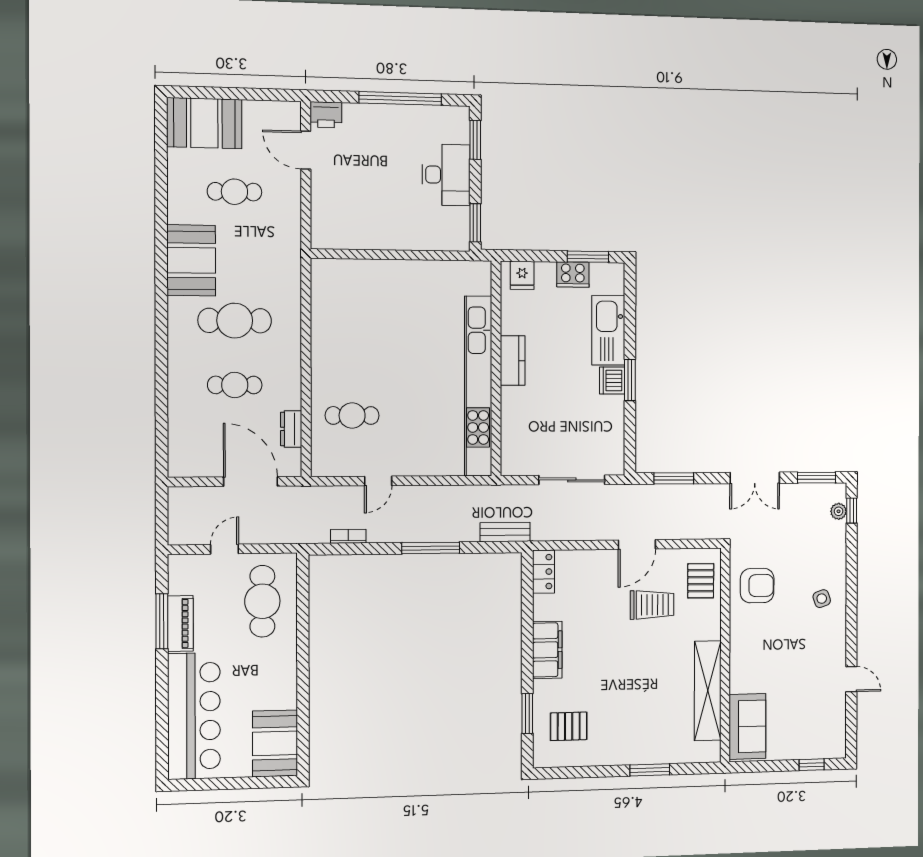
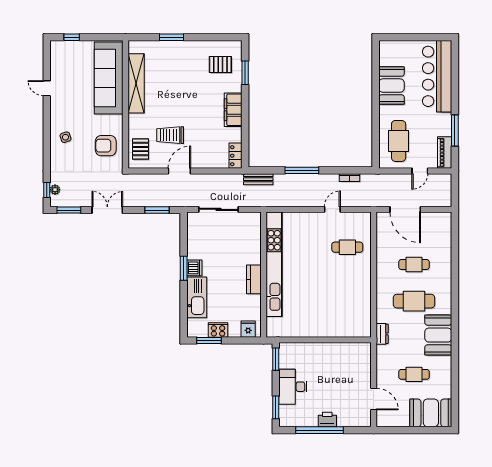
printer: (326, 115) -> (327, 420), moved
dresser: (291, 429) -> (382, 334), moved
piano: (180, 624) -> (445, 153), moved
sofa: (747, 726) -> (109, 78), width x1.85, depth x1.27
booth: (275, 743) -> (391, 86), moved

